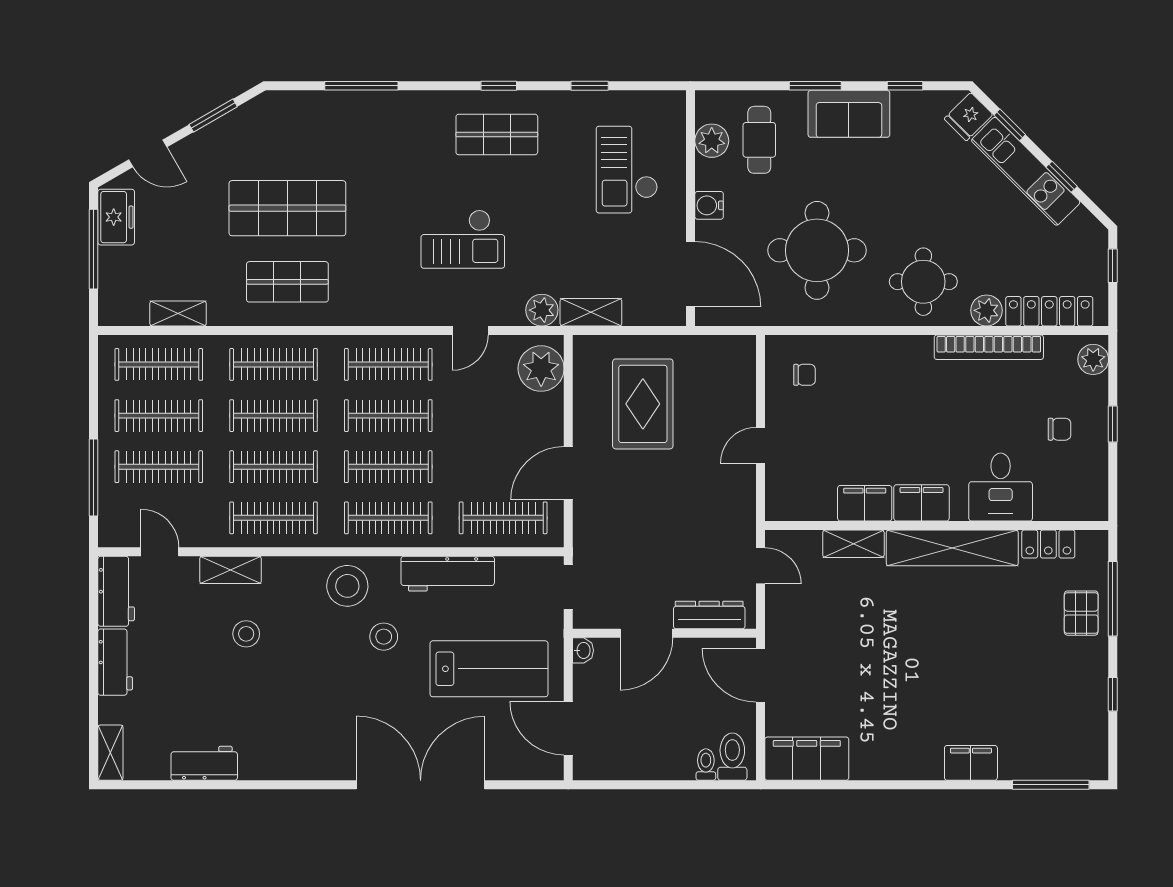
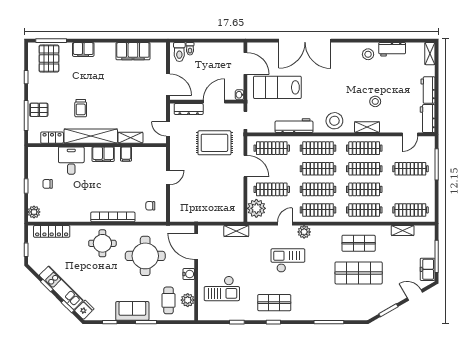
checkout: (627, 170) -> (222, 288), turned 90
plant: (542, 310) -> (304, 232), moved
plant: (986, 310) -> (77, 232), removed
bookcase: (989, 347) -> (113, 217), moved
rug: (643, 404) -> (214, 143), moved, turned 90
clothes rail: (159, 416) -> (272, 189), moved
door: (568, 473) -> (245, 166), hinge flipped
filing cabinet: (865, 503) -> (126, 154), width x0.50
door: (160, 552) -> (410, 134), hinge flipped
shelving: (230, 570) -> (367, 127), moved
pallet: (1081, 613) -> (39, 110), turned 90
trolley: (977, 617) -> (81, 108), added
stool: (384, 637) -> (368, 54), moved
pallet: (1056, 740) -> (49, 59), added
filing cabinet: (807, 759) -> (133, 51), moved

